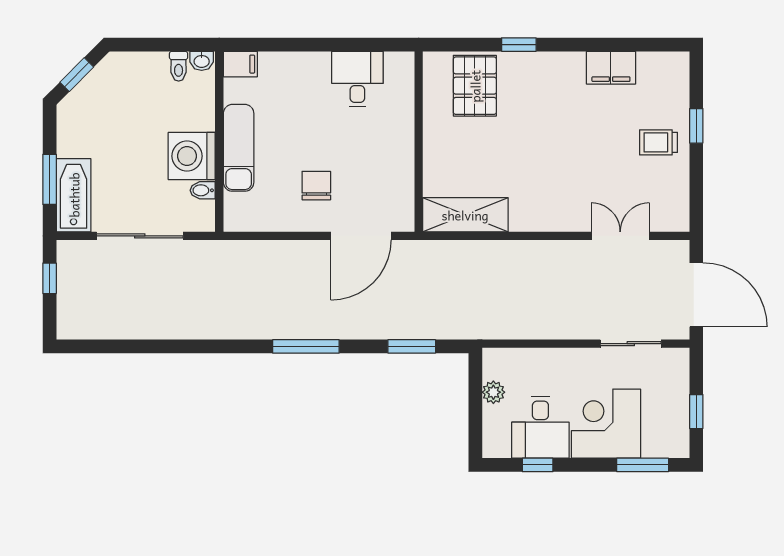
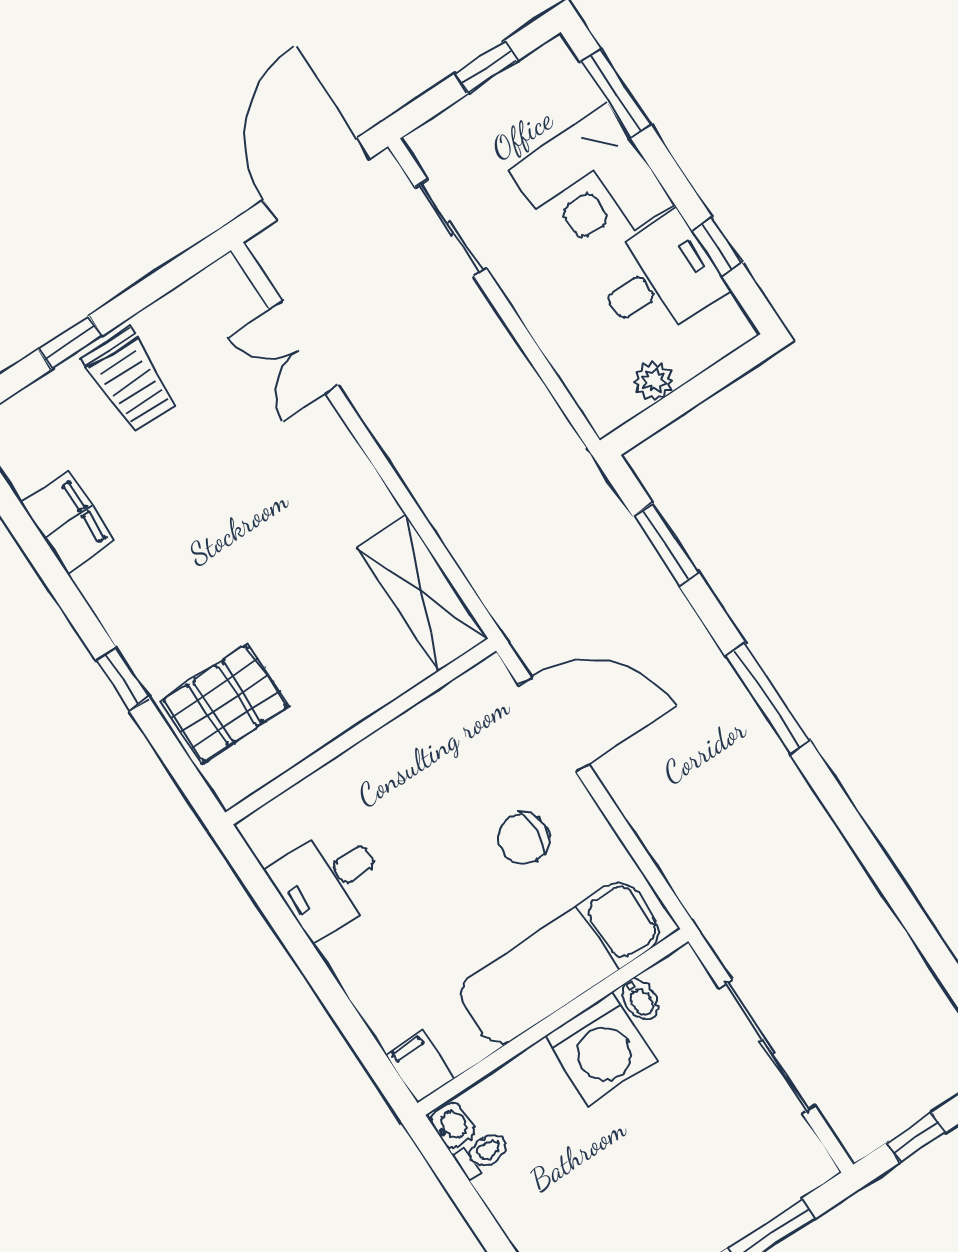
trolley: (659, 142) -> (131, 381), width x1.36, depth x1.39
exam couch: (239, 148) -> (560, 963), width x1.36, depth x1.45
bathtub: (74, 195) -> (771, 1183), removed

